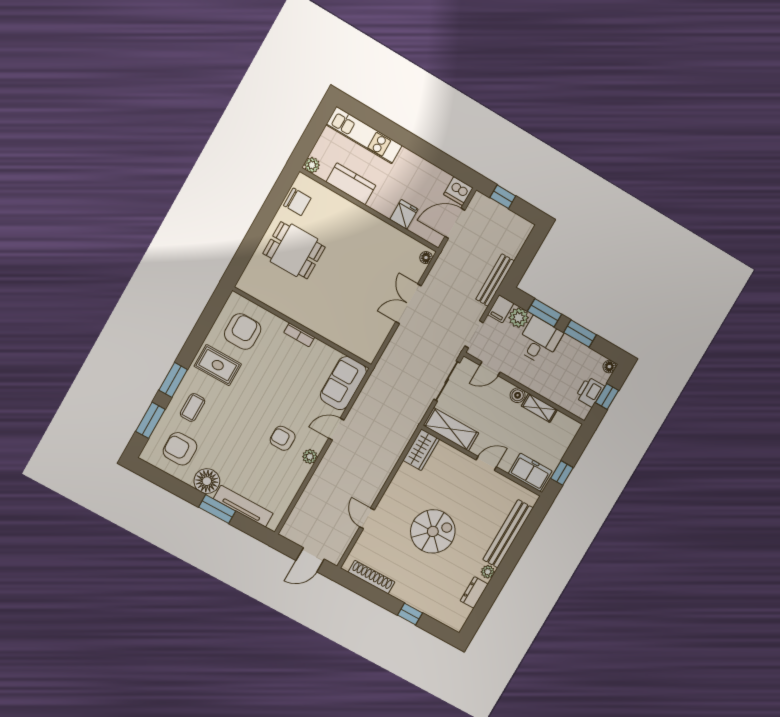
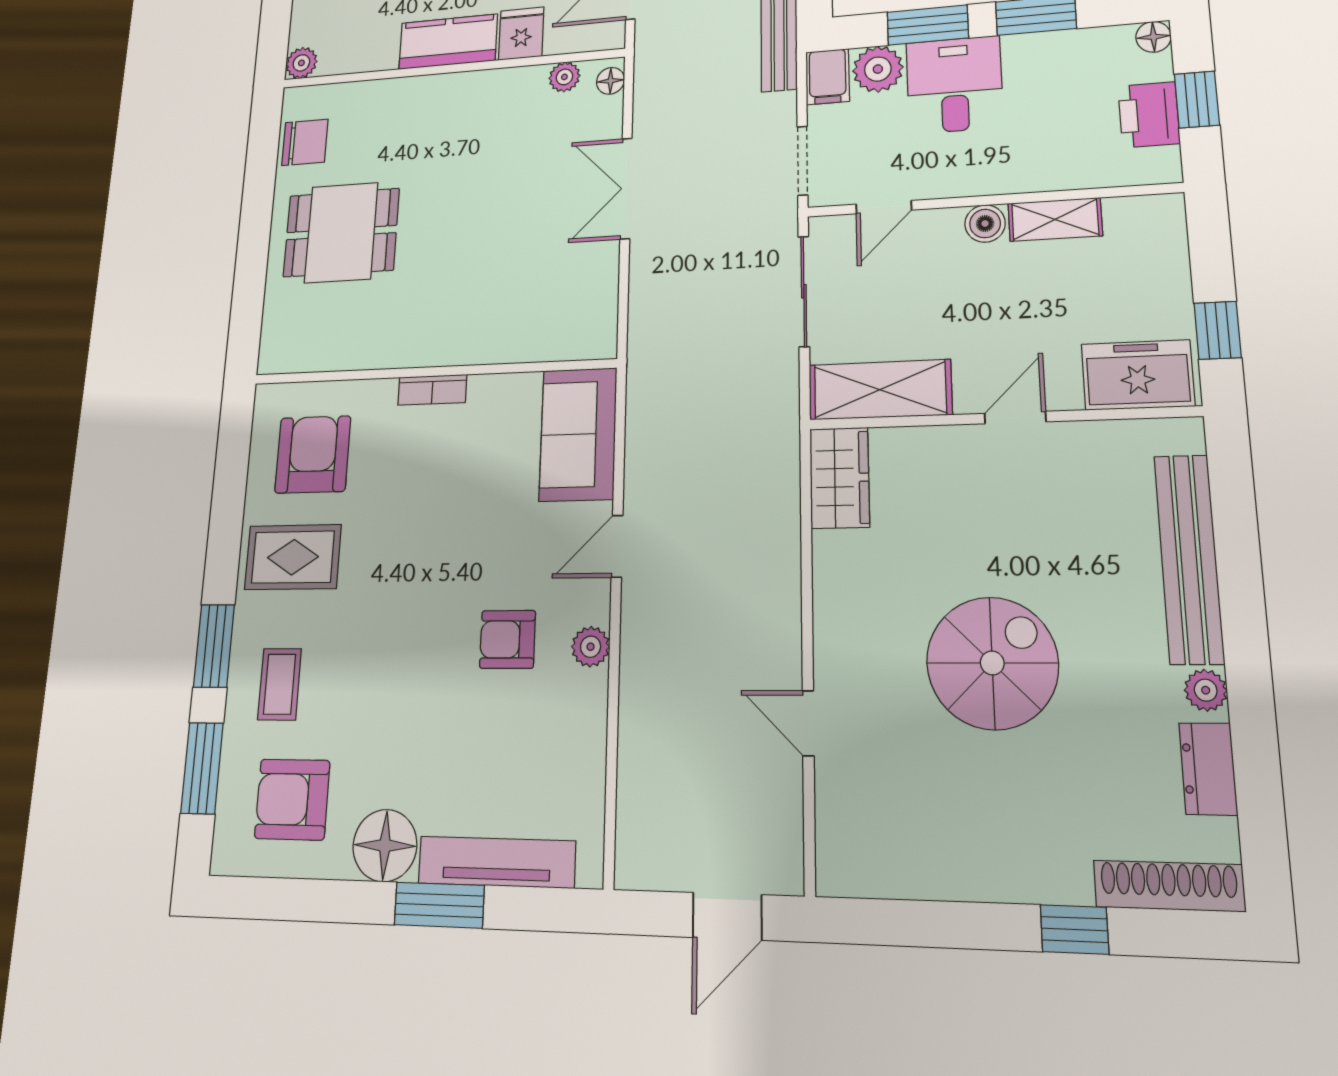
kitchen counter: (351, 184) -> (448, 42), moved
plant: (410, 244) -> (564, 77), added
shoe rack: (371, 577) -> (1169, 886), moved

